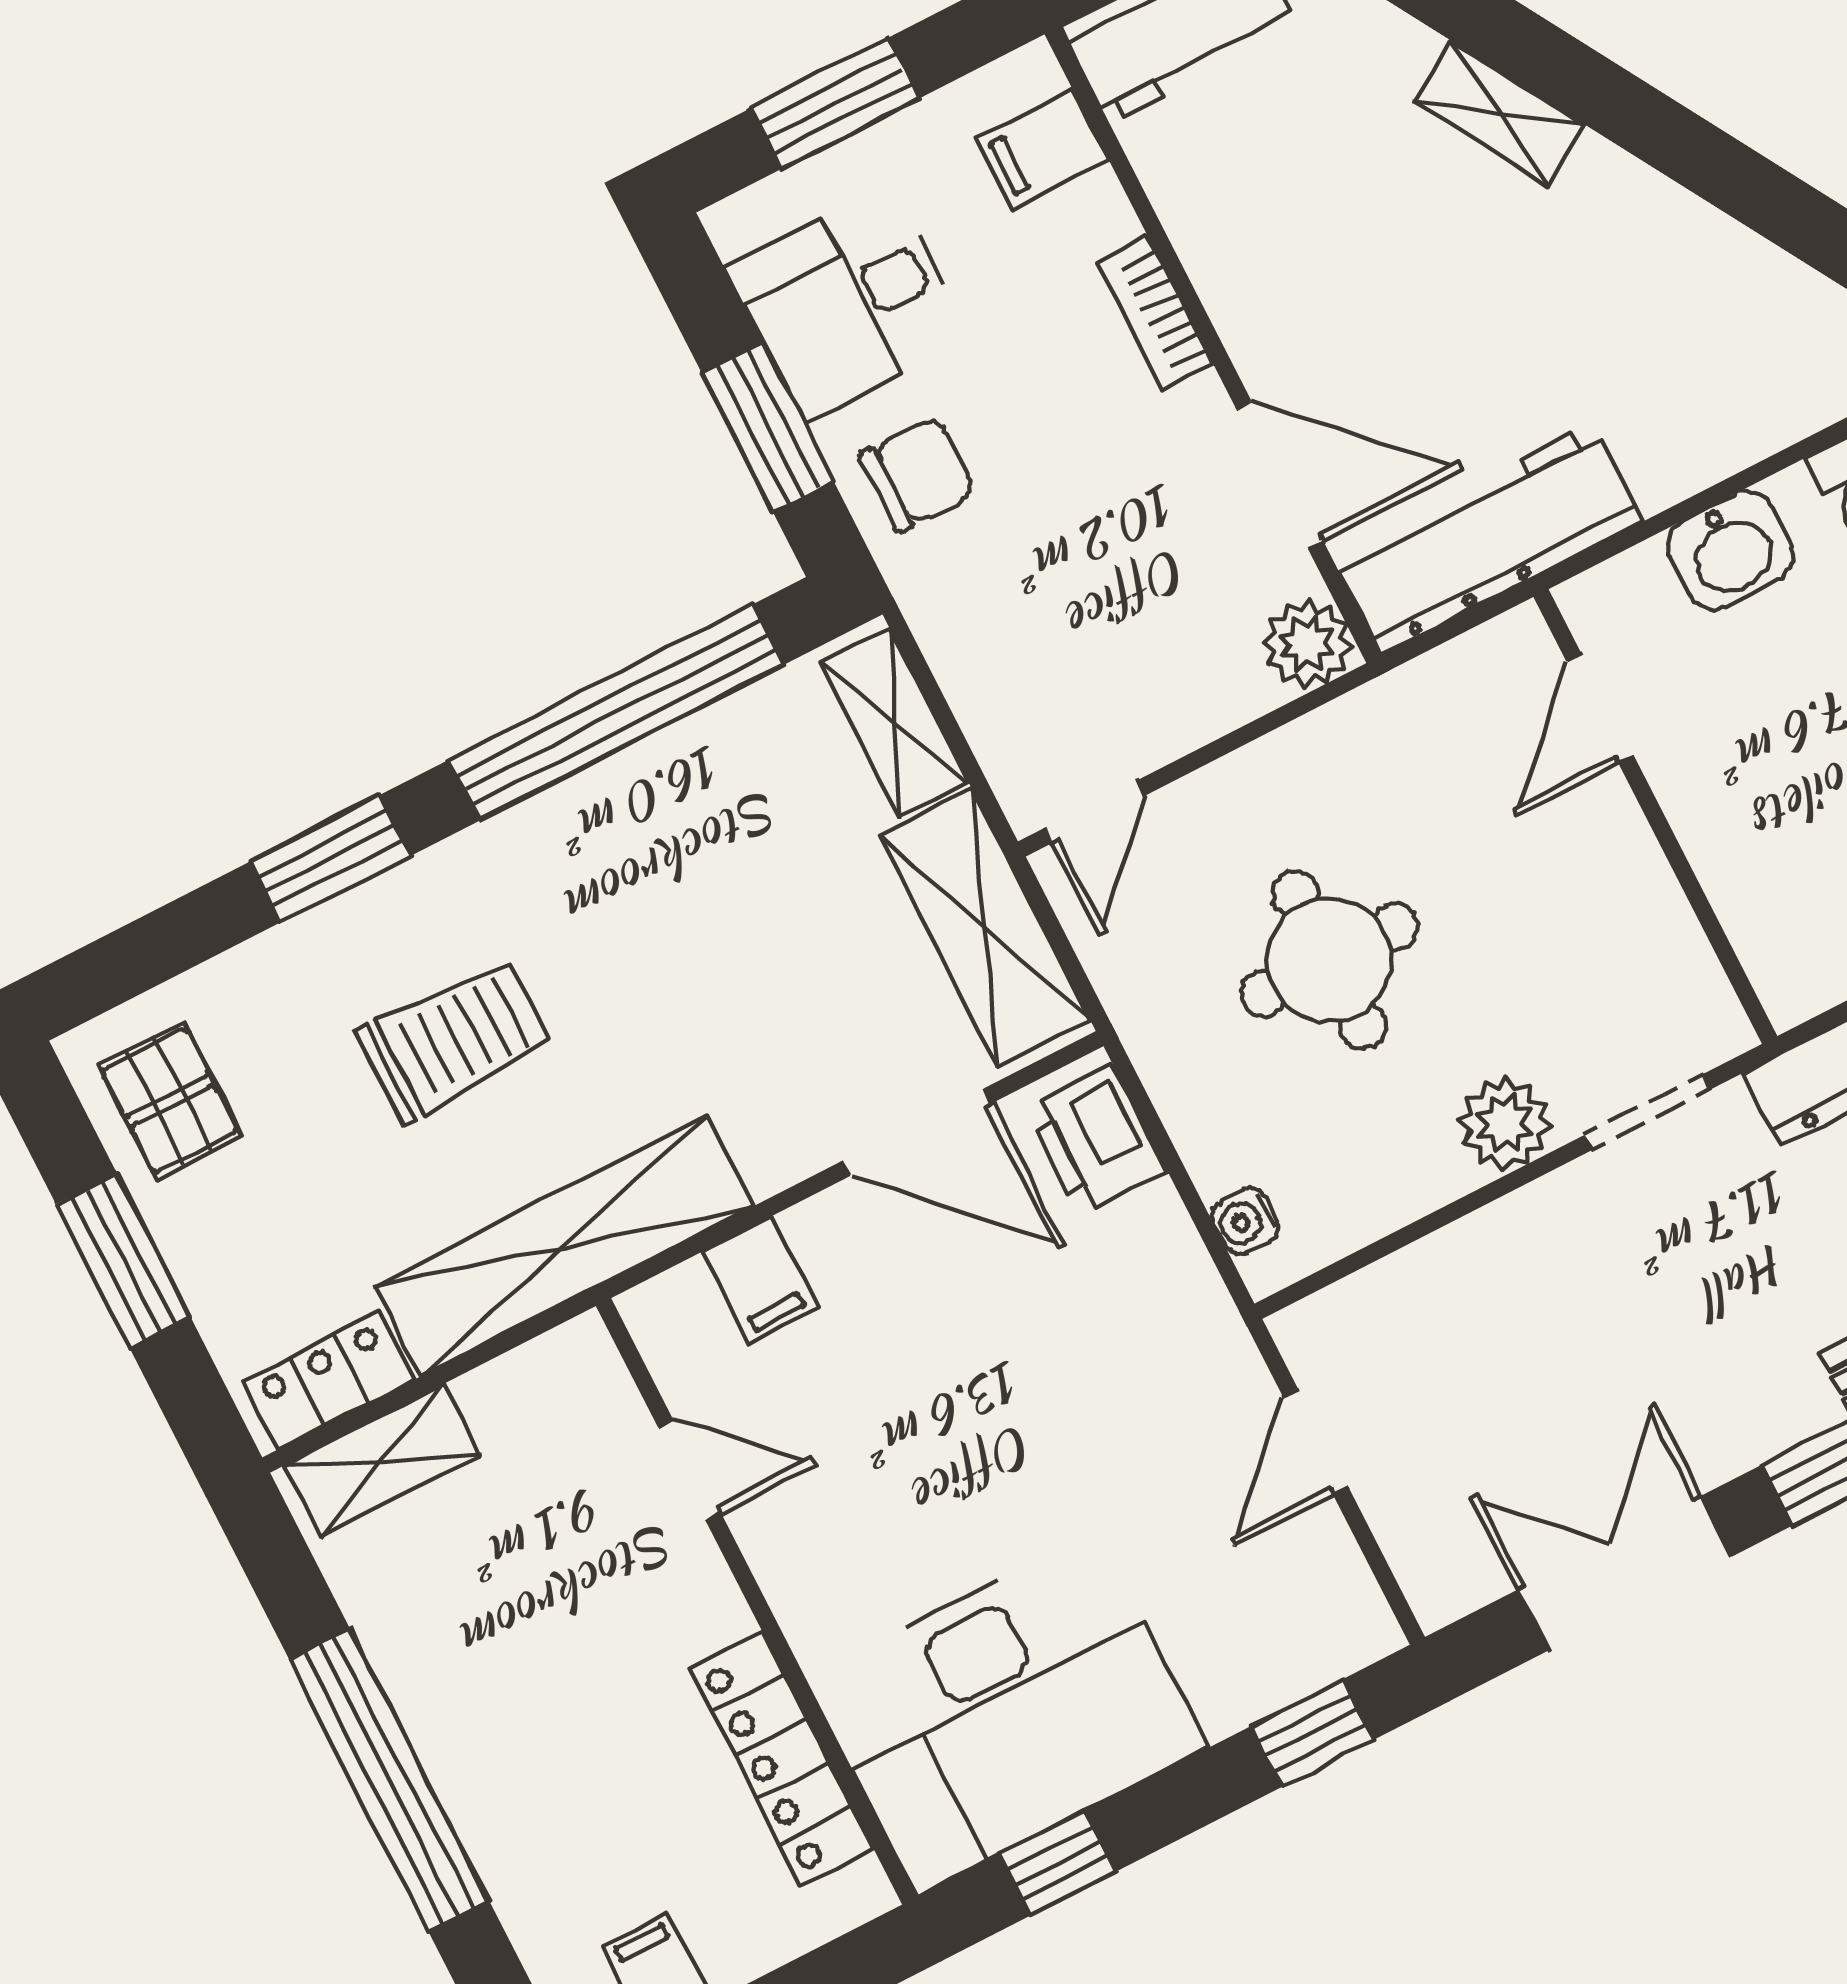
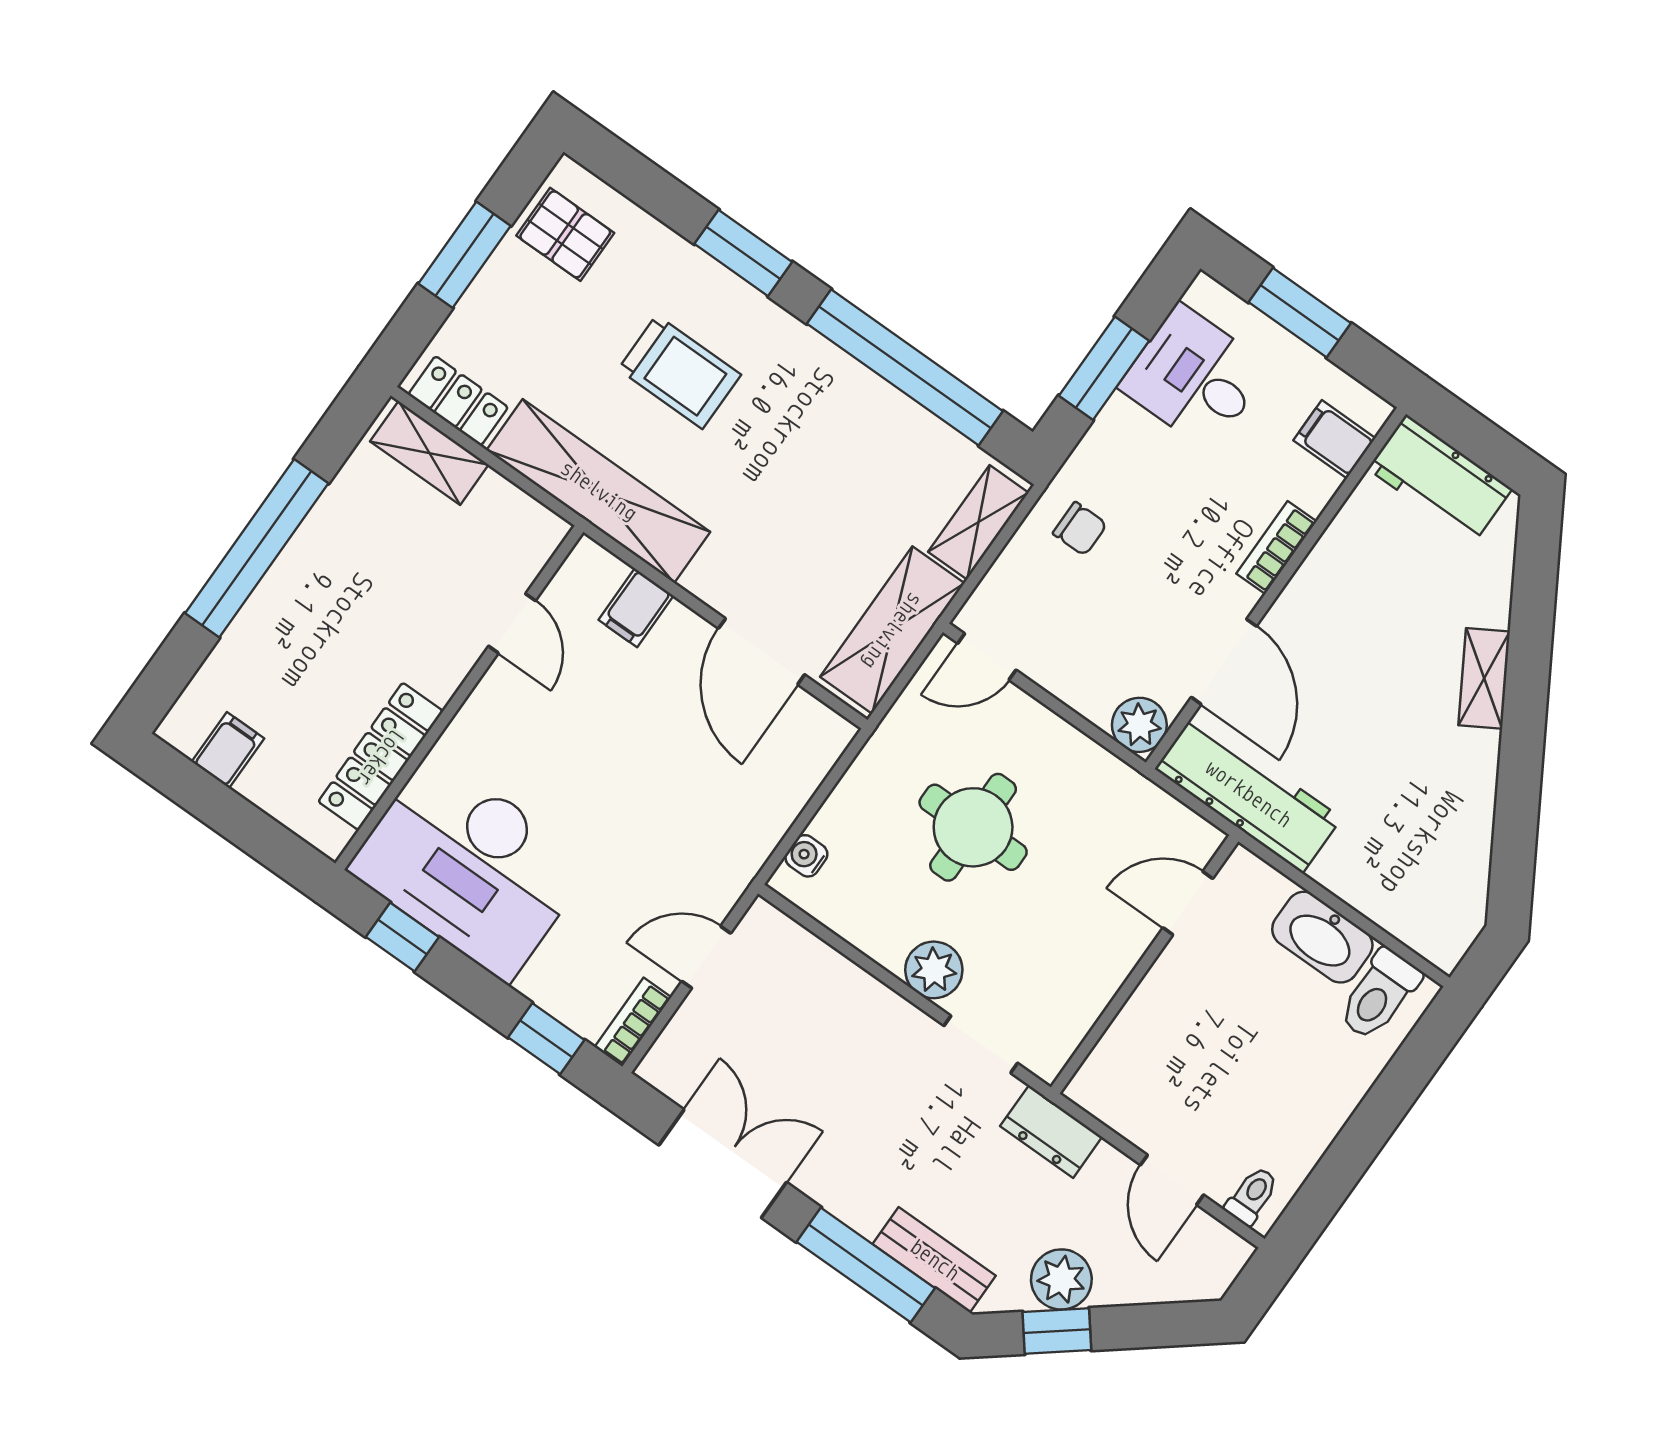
chair: (918, 474) -> (1080, 529), moved, width x0.73, depth x0.73
washbasin: (1730, 550) -> (1322, 937), width x1.38
pallet: (170, 1101) -> (565, 234), turned 90
printer: (1096, 1140) -> (808, 751), removed
bookcase: (1354, 1596) -> (633, 1022), added

